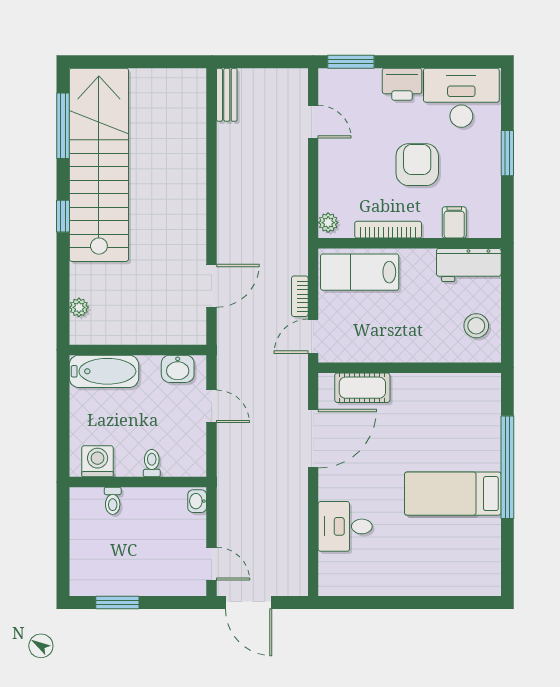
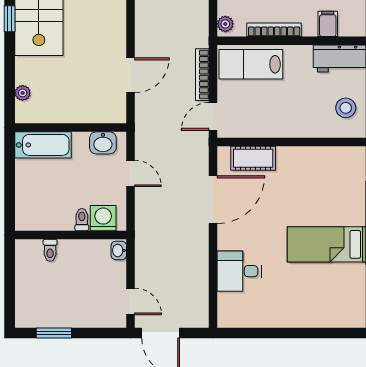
bookcase: (300, 296) -> (202, 75), width x1.56
washing machine: (98, 461) -> (103, 218), moved

